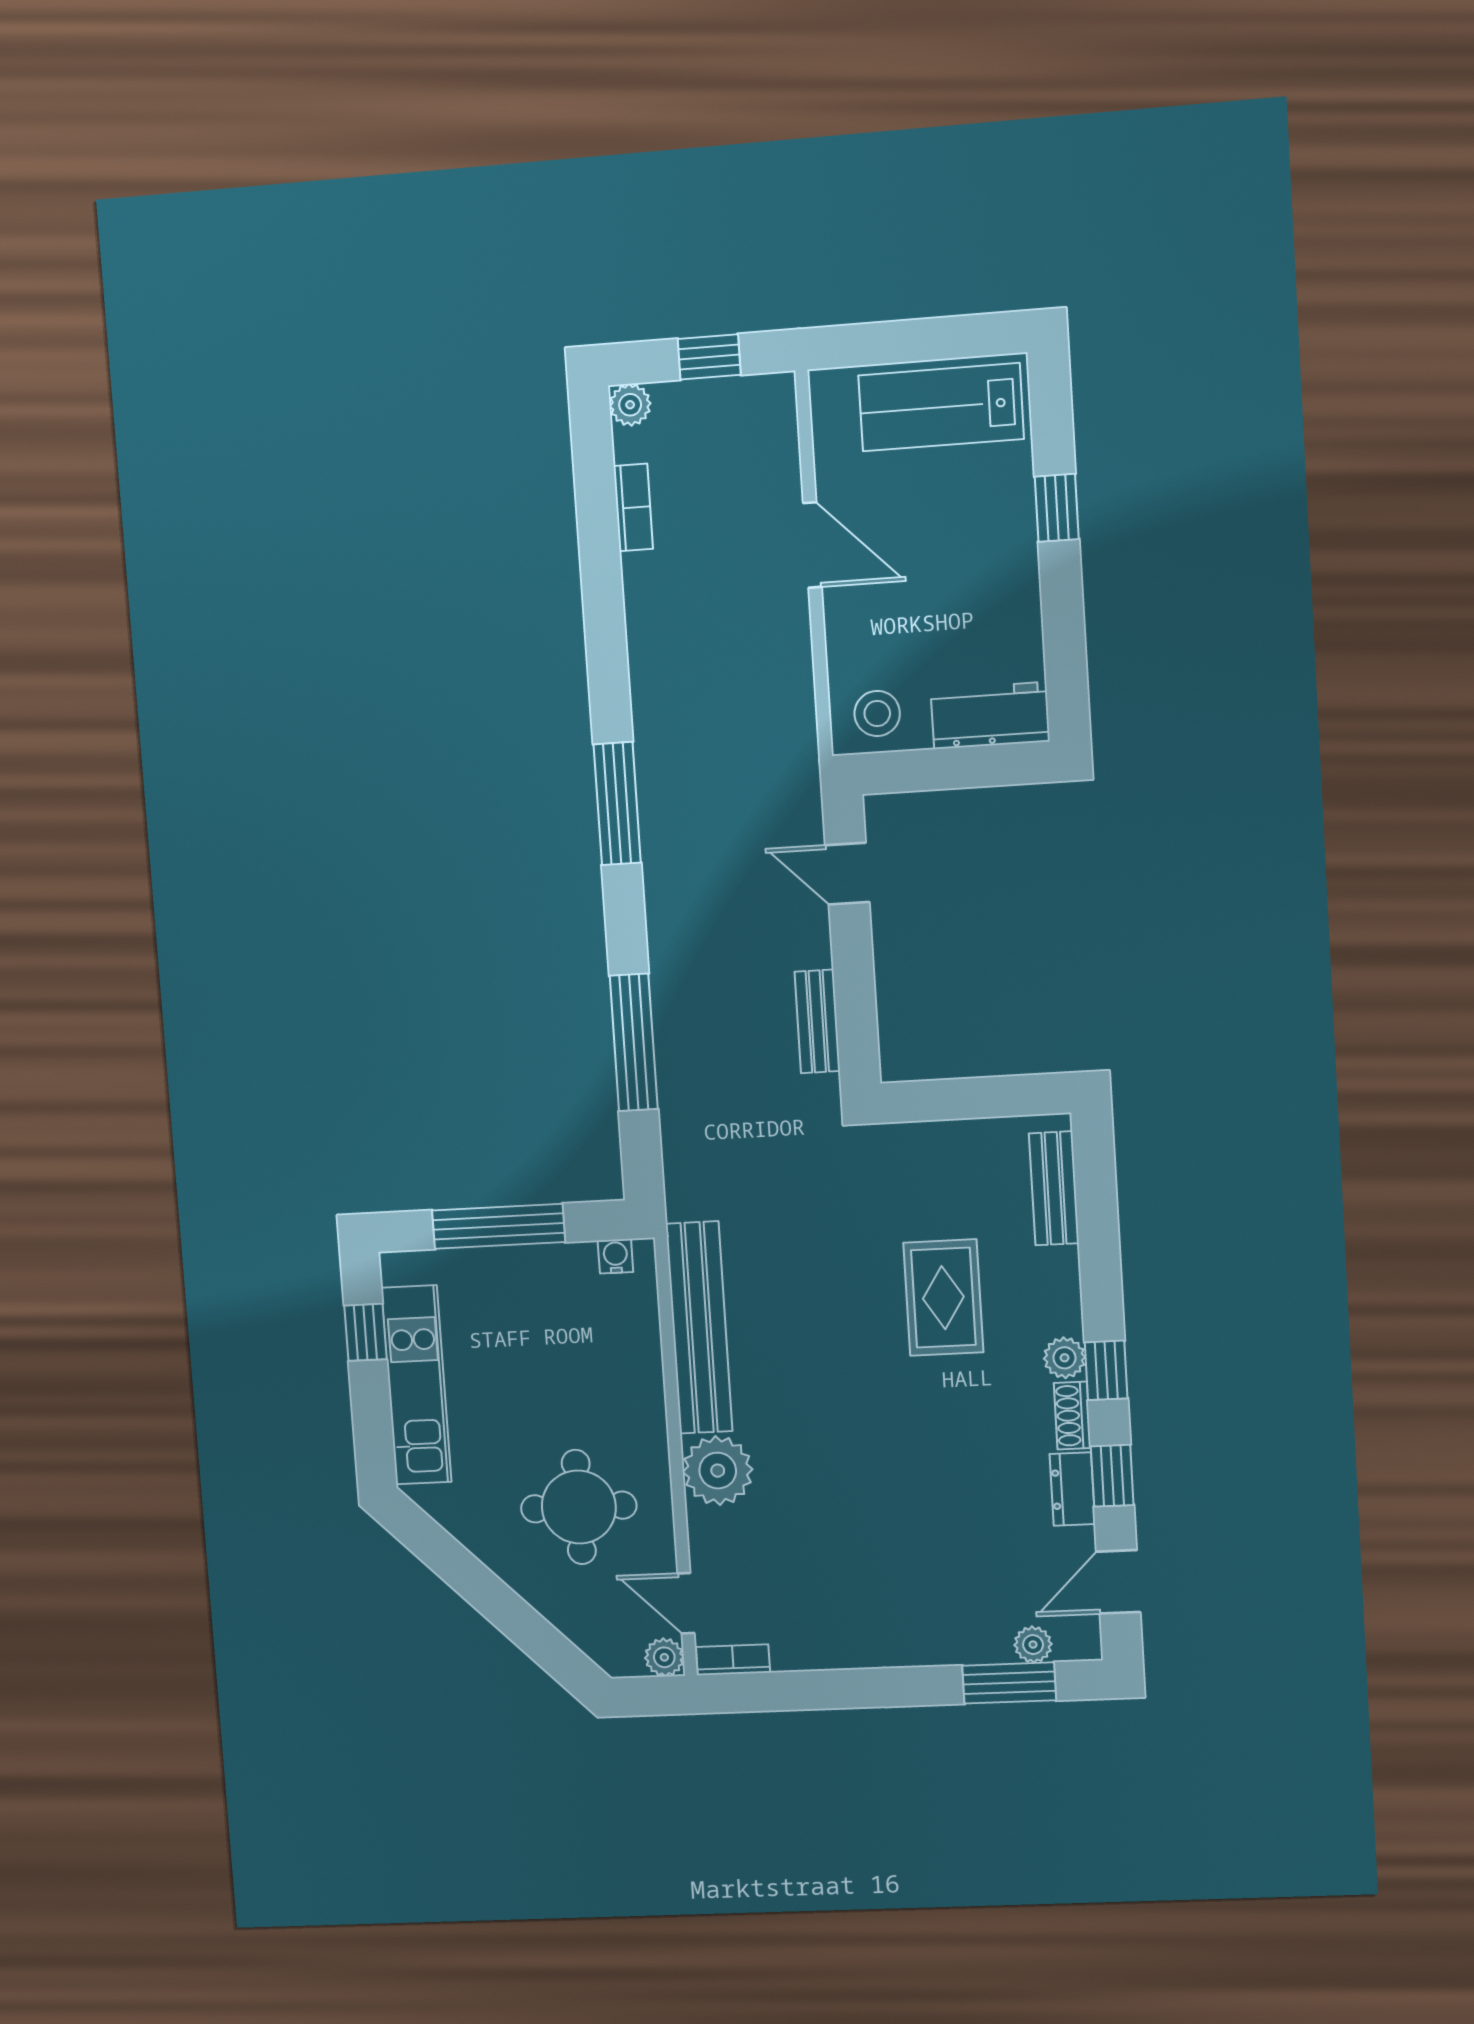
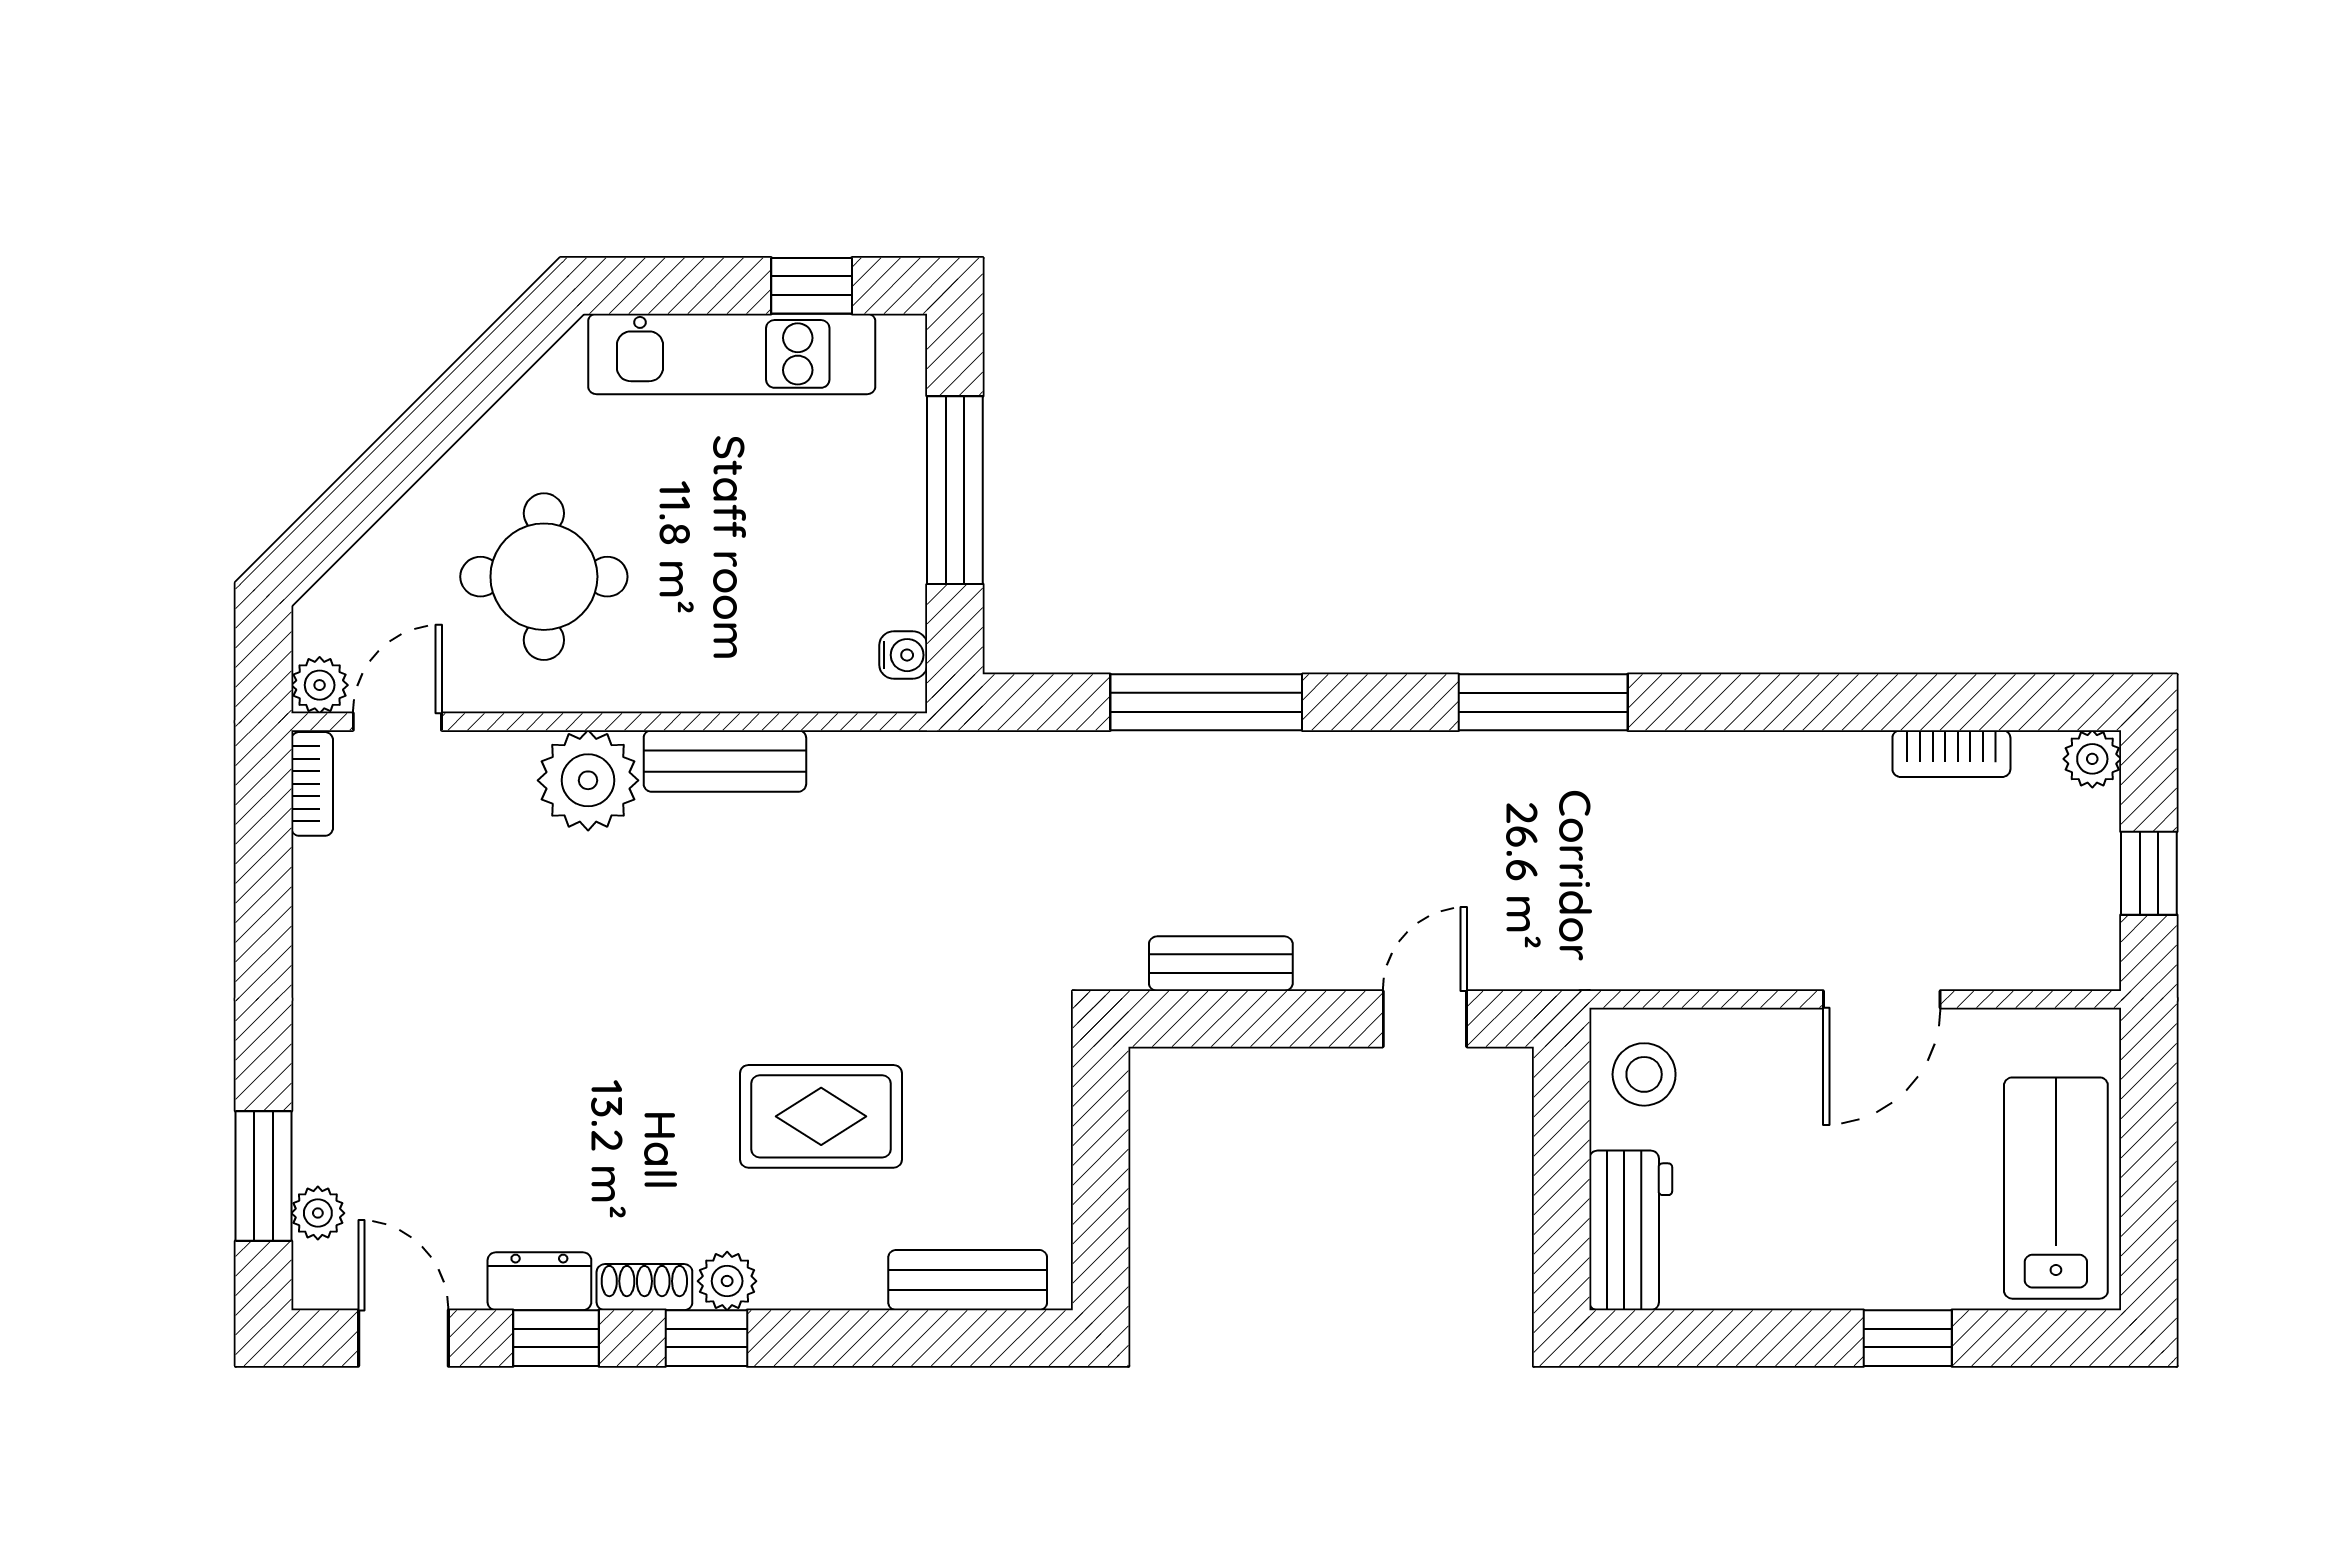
bench: (699, 1328) -> (725, 761), width x0.54, depth x0.82

